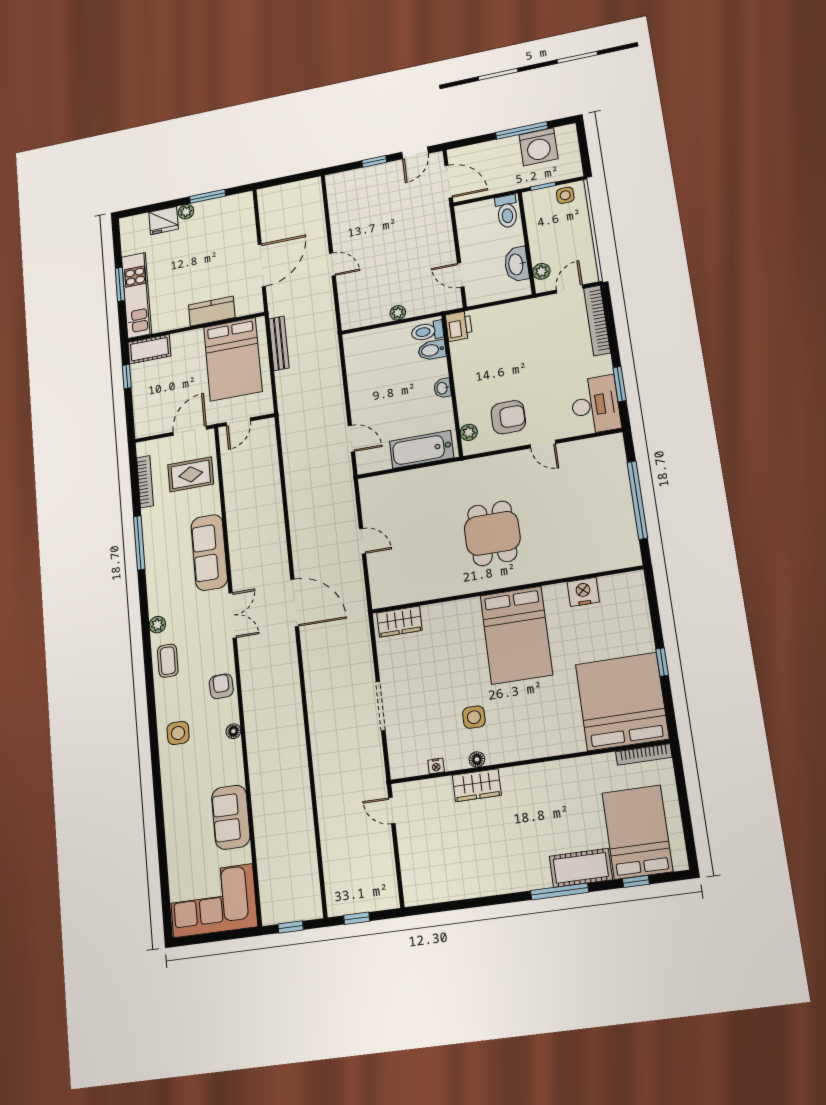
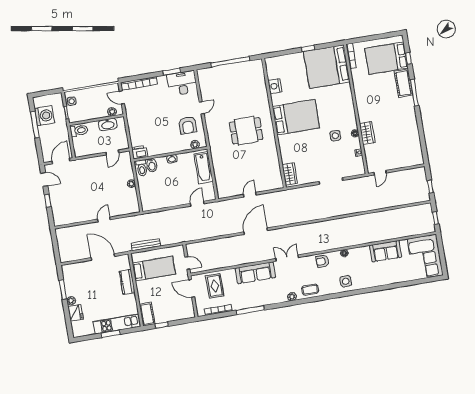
bed: (233, 359) -> (154, 269), width x0.67
armchair: (508, 417) -> (188, 125), turned 180
door: (295, 603) -> (256, 231), moved

